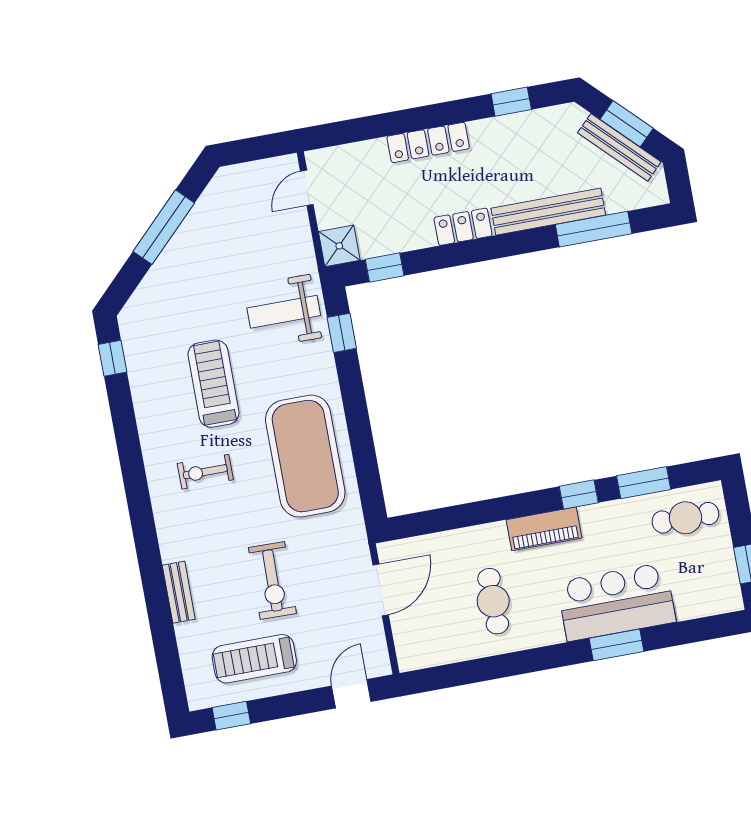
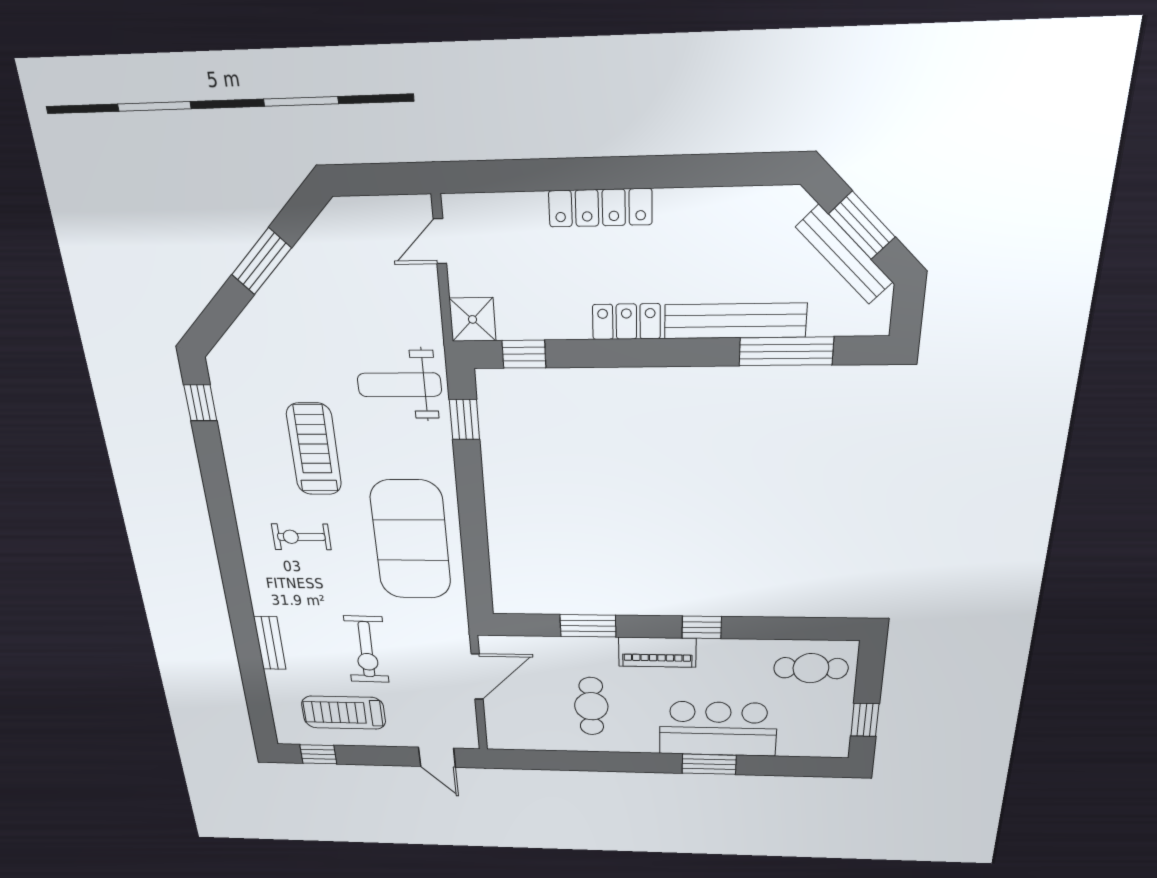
window: (511, 102) -> (718, 170), removed
window: (164, 227) -> (261, 261), width x0.69
window: (644, 483) -> (588, 626), moved
door: (351, 694) -> (437, 757), swing flipped

